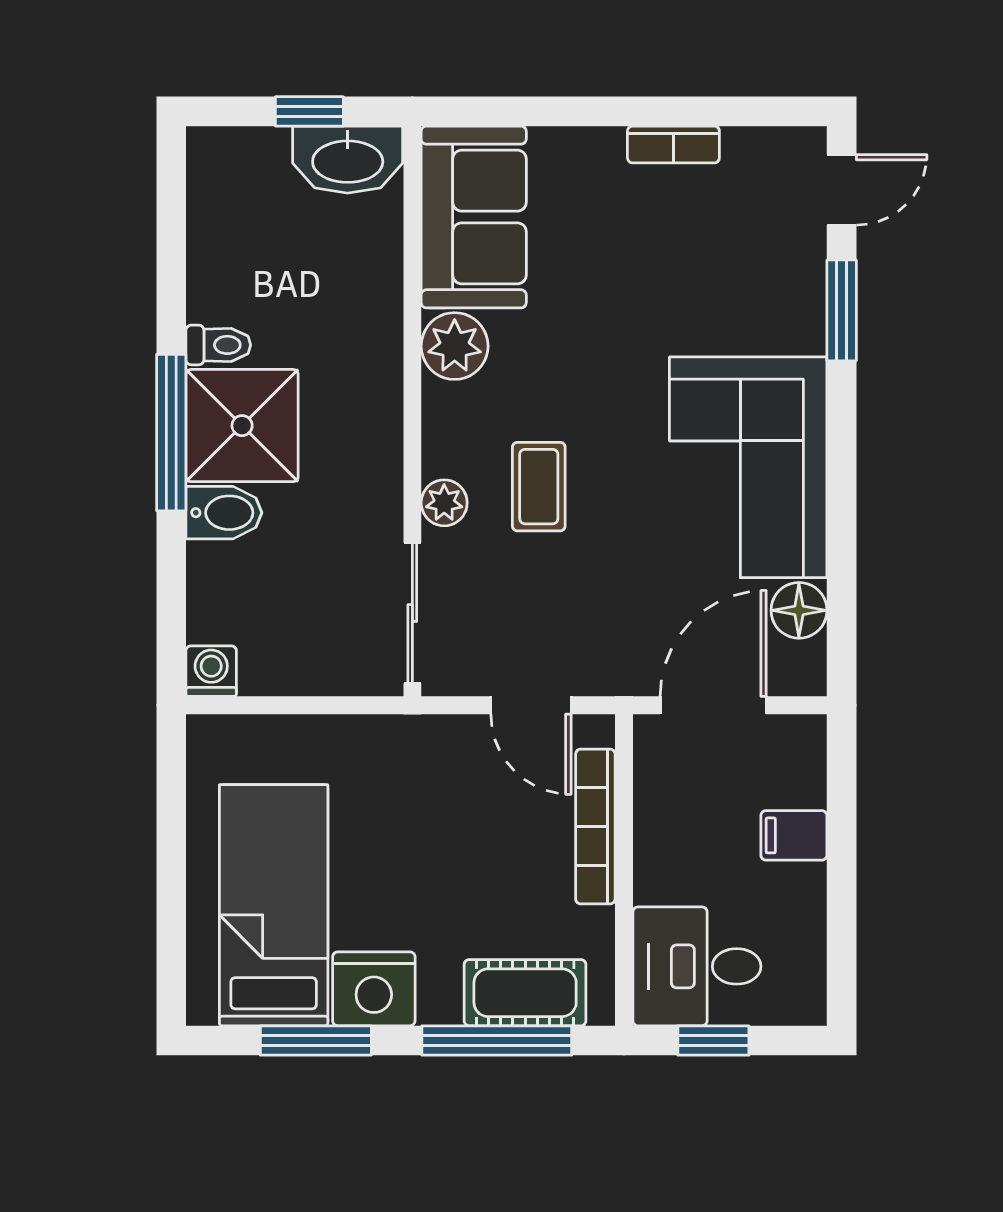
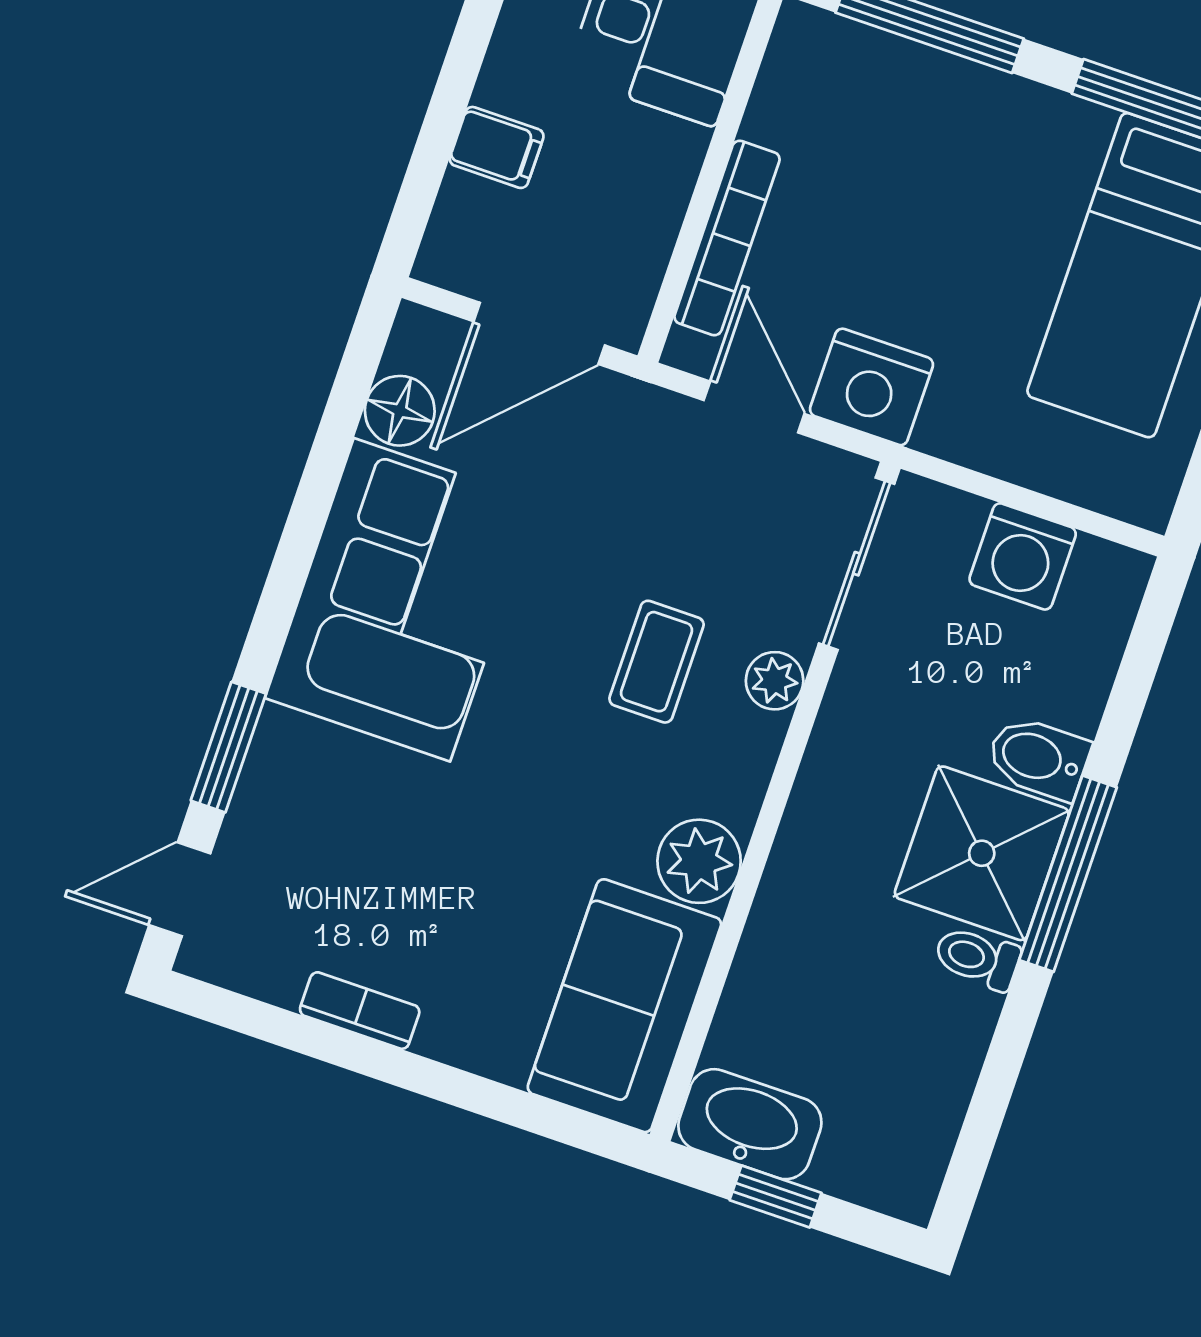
washing machine: (211, 671) -> (1023, 556), moved, width x1.38, depth x1.38
nightstand: (374, 989) -> (872, 387), moved, turned 180
cot: (525, 993) -> (877, 71), removed

